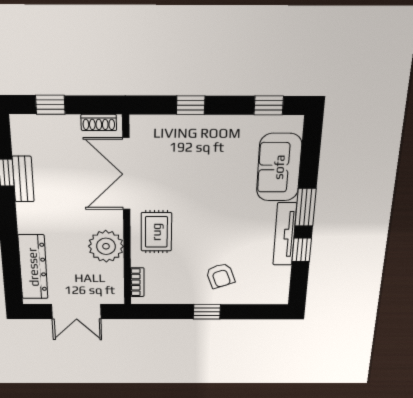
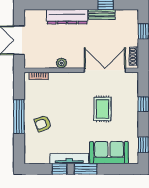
rug: (156, 232) -> (102, 109), moved, turned 90
plant: (106, 246) -> (61, 63), width x0.53, depth x0.53
dresser: (33, 267) -> (67, 17), moved
window: (207, 312) -> (19, 117), width x2.17

